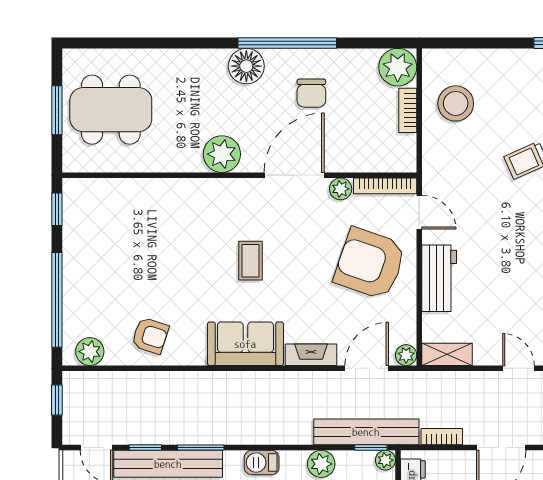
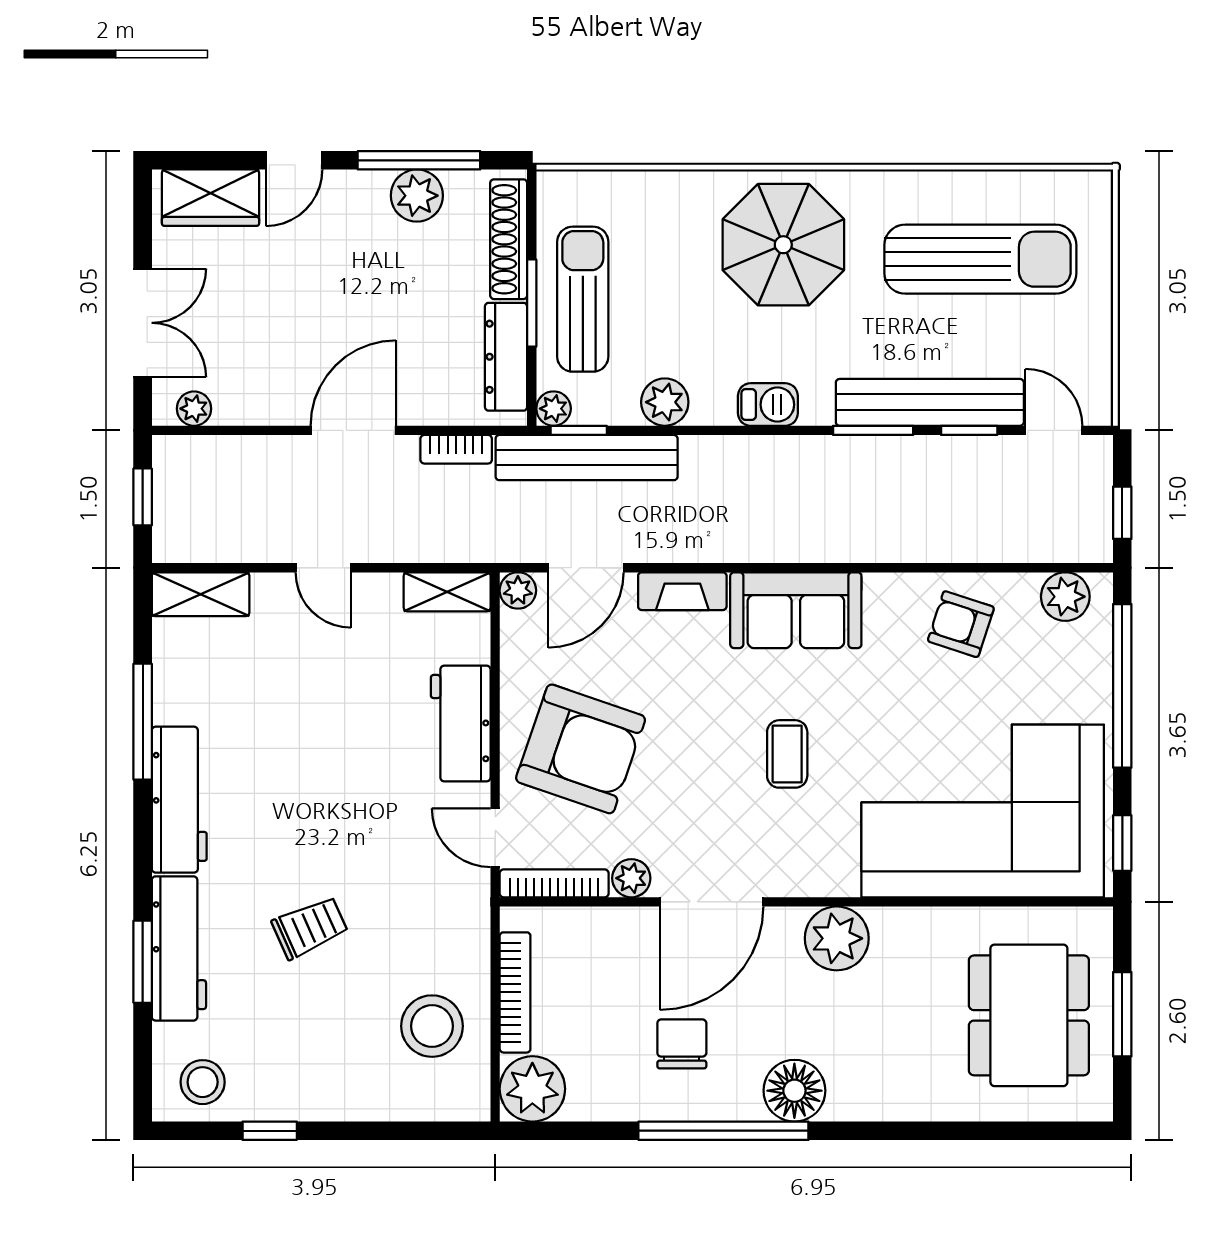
dining table: (111, 110) -> (1029, 1015), turned 90
bookcase: (408, 110) -> (515, 992), width x1.56
corner sofa: (138, 228) -> (983, 811), added

